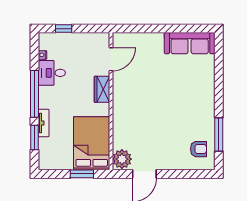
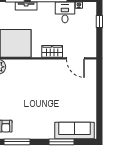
sofa: (190, 43) -> (74, 131), moved, turned 90
window: (219, 77) -> (61, 142), added

